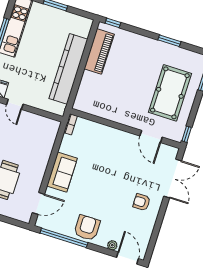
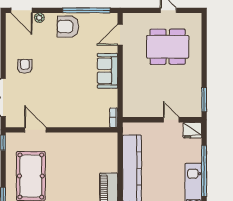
armchair: (142, 202) -> (25, 66), turned -90
armchair: (87, 228) -> (68, 27), turned 90

